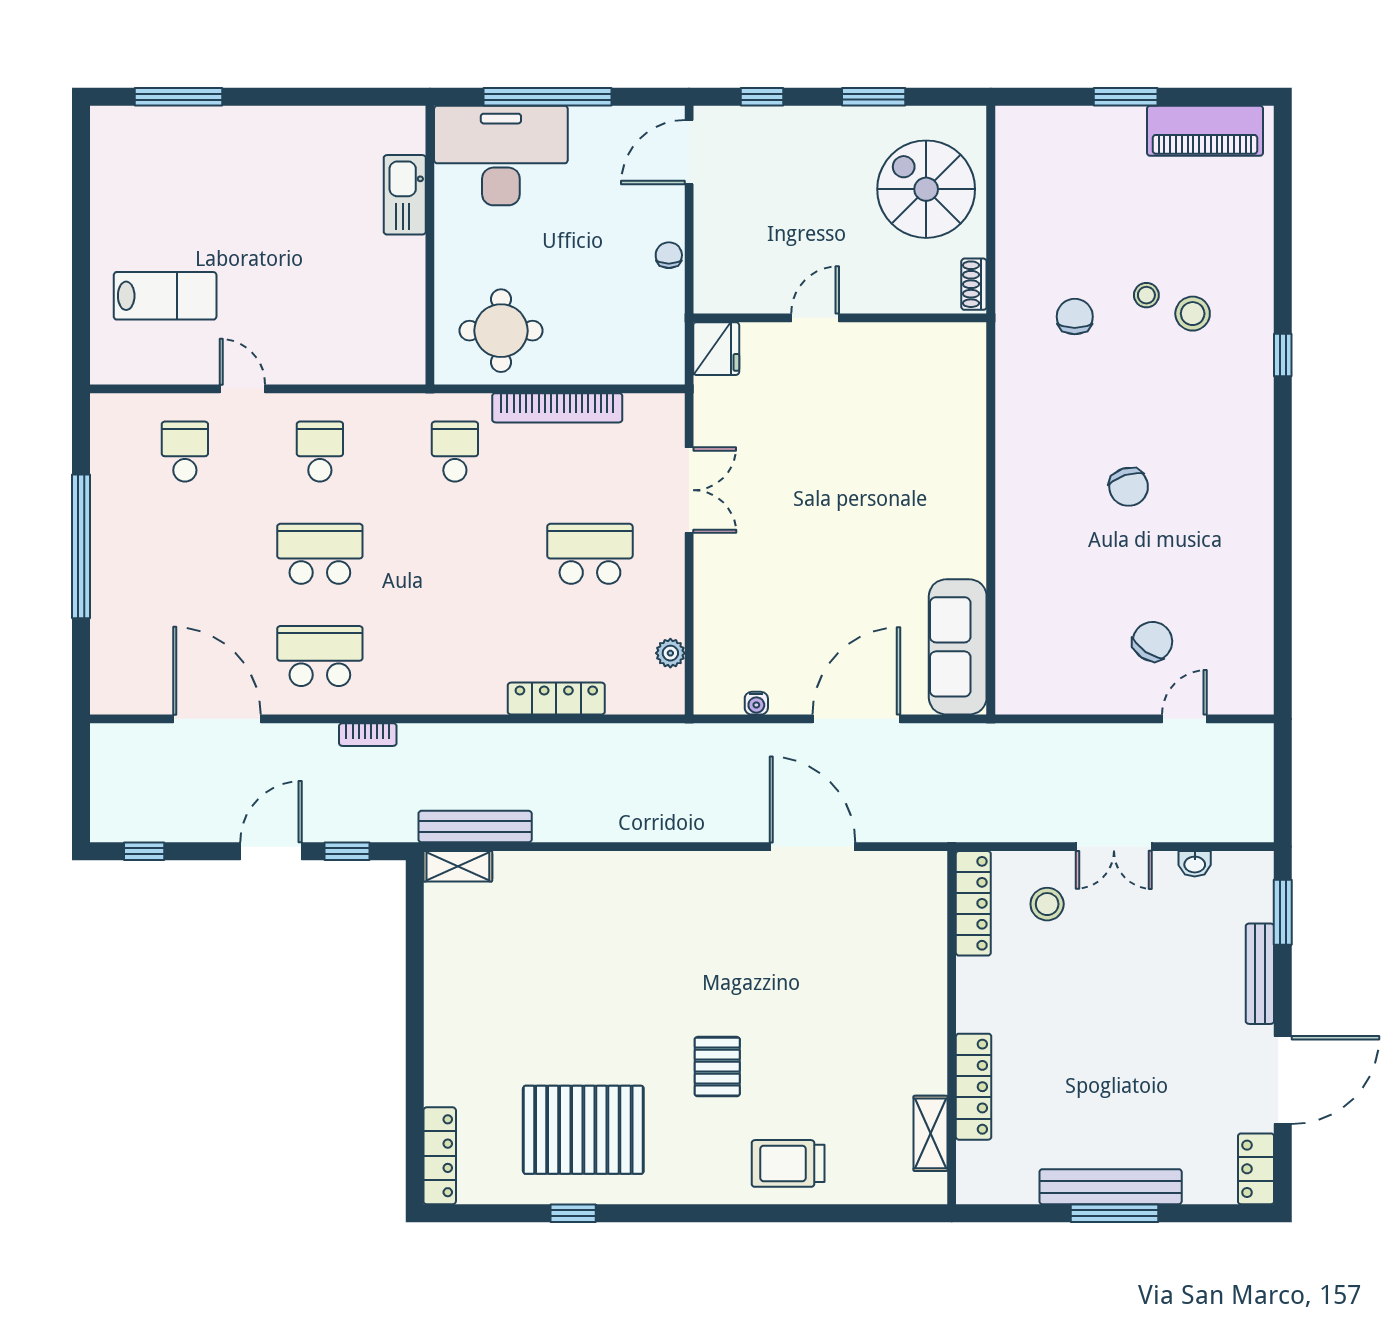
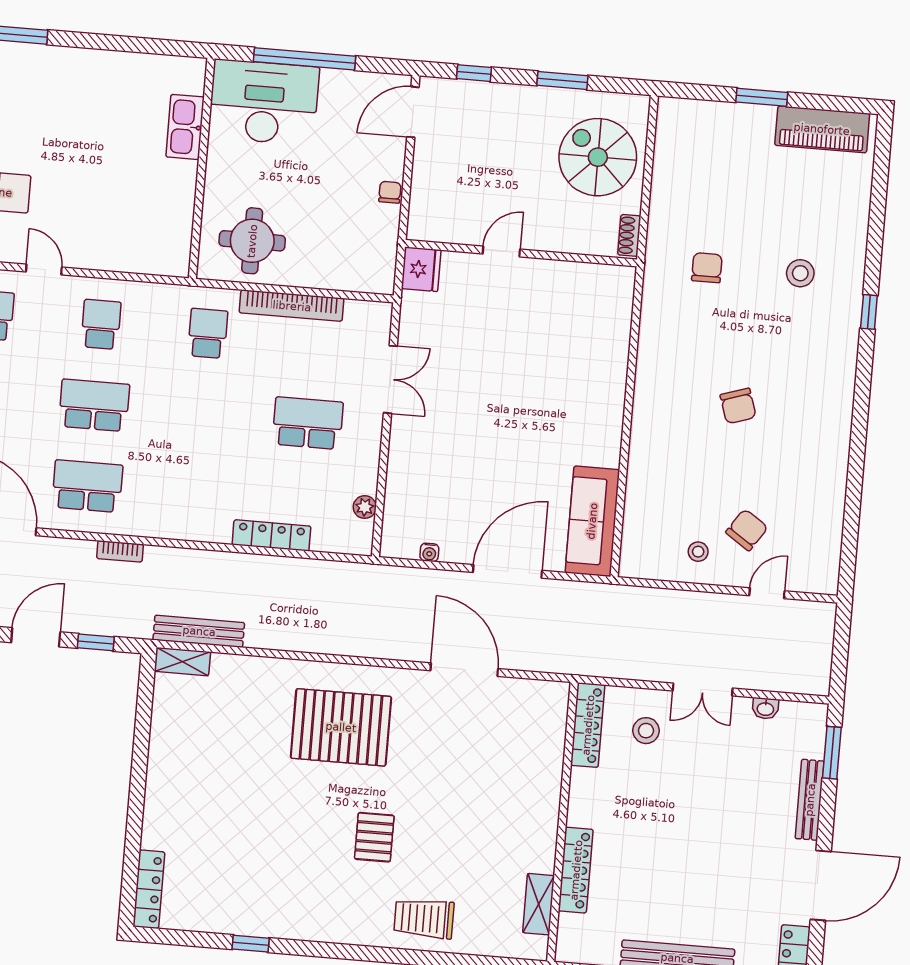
stool: (1146, 295) -> (698, 552), moved
pallet: (583, 1130) -> (341, 727), moved

